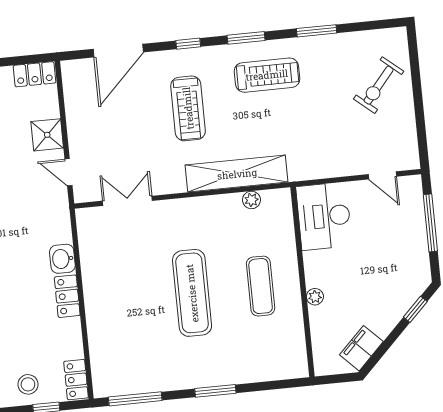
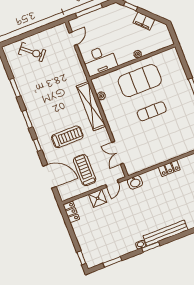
treadmill: (267, 75) -> (85, 170), moved
washbasin: (62, 259) -> (135, 182), moved
exercise mat: (261, 286) -> (140, 81), width x2.00, depth x1.45
exercise mat: (192, 293) -> (152, 111), width x0.73, depth x0.69
filing cabinet: (361, 348) -> (144, 21), moved

